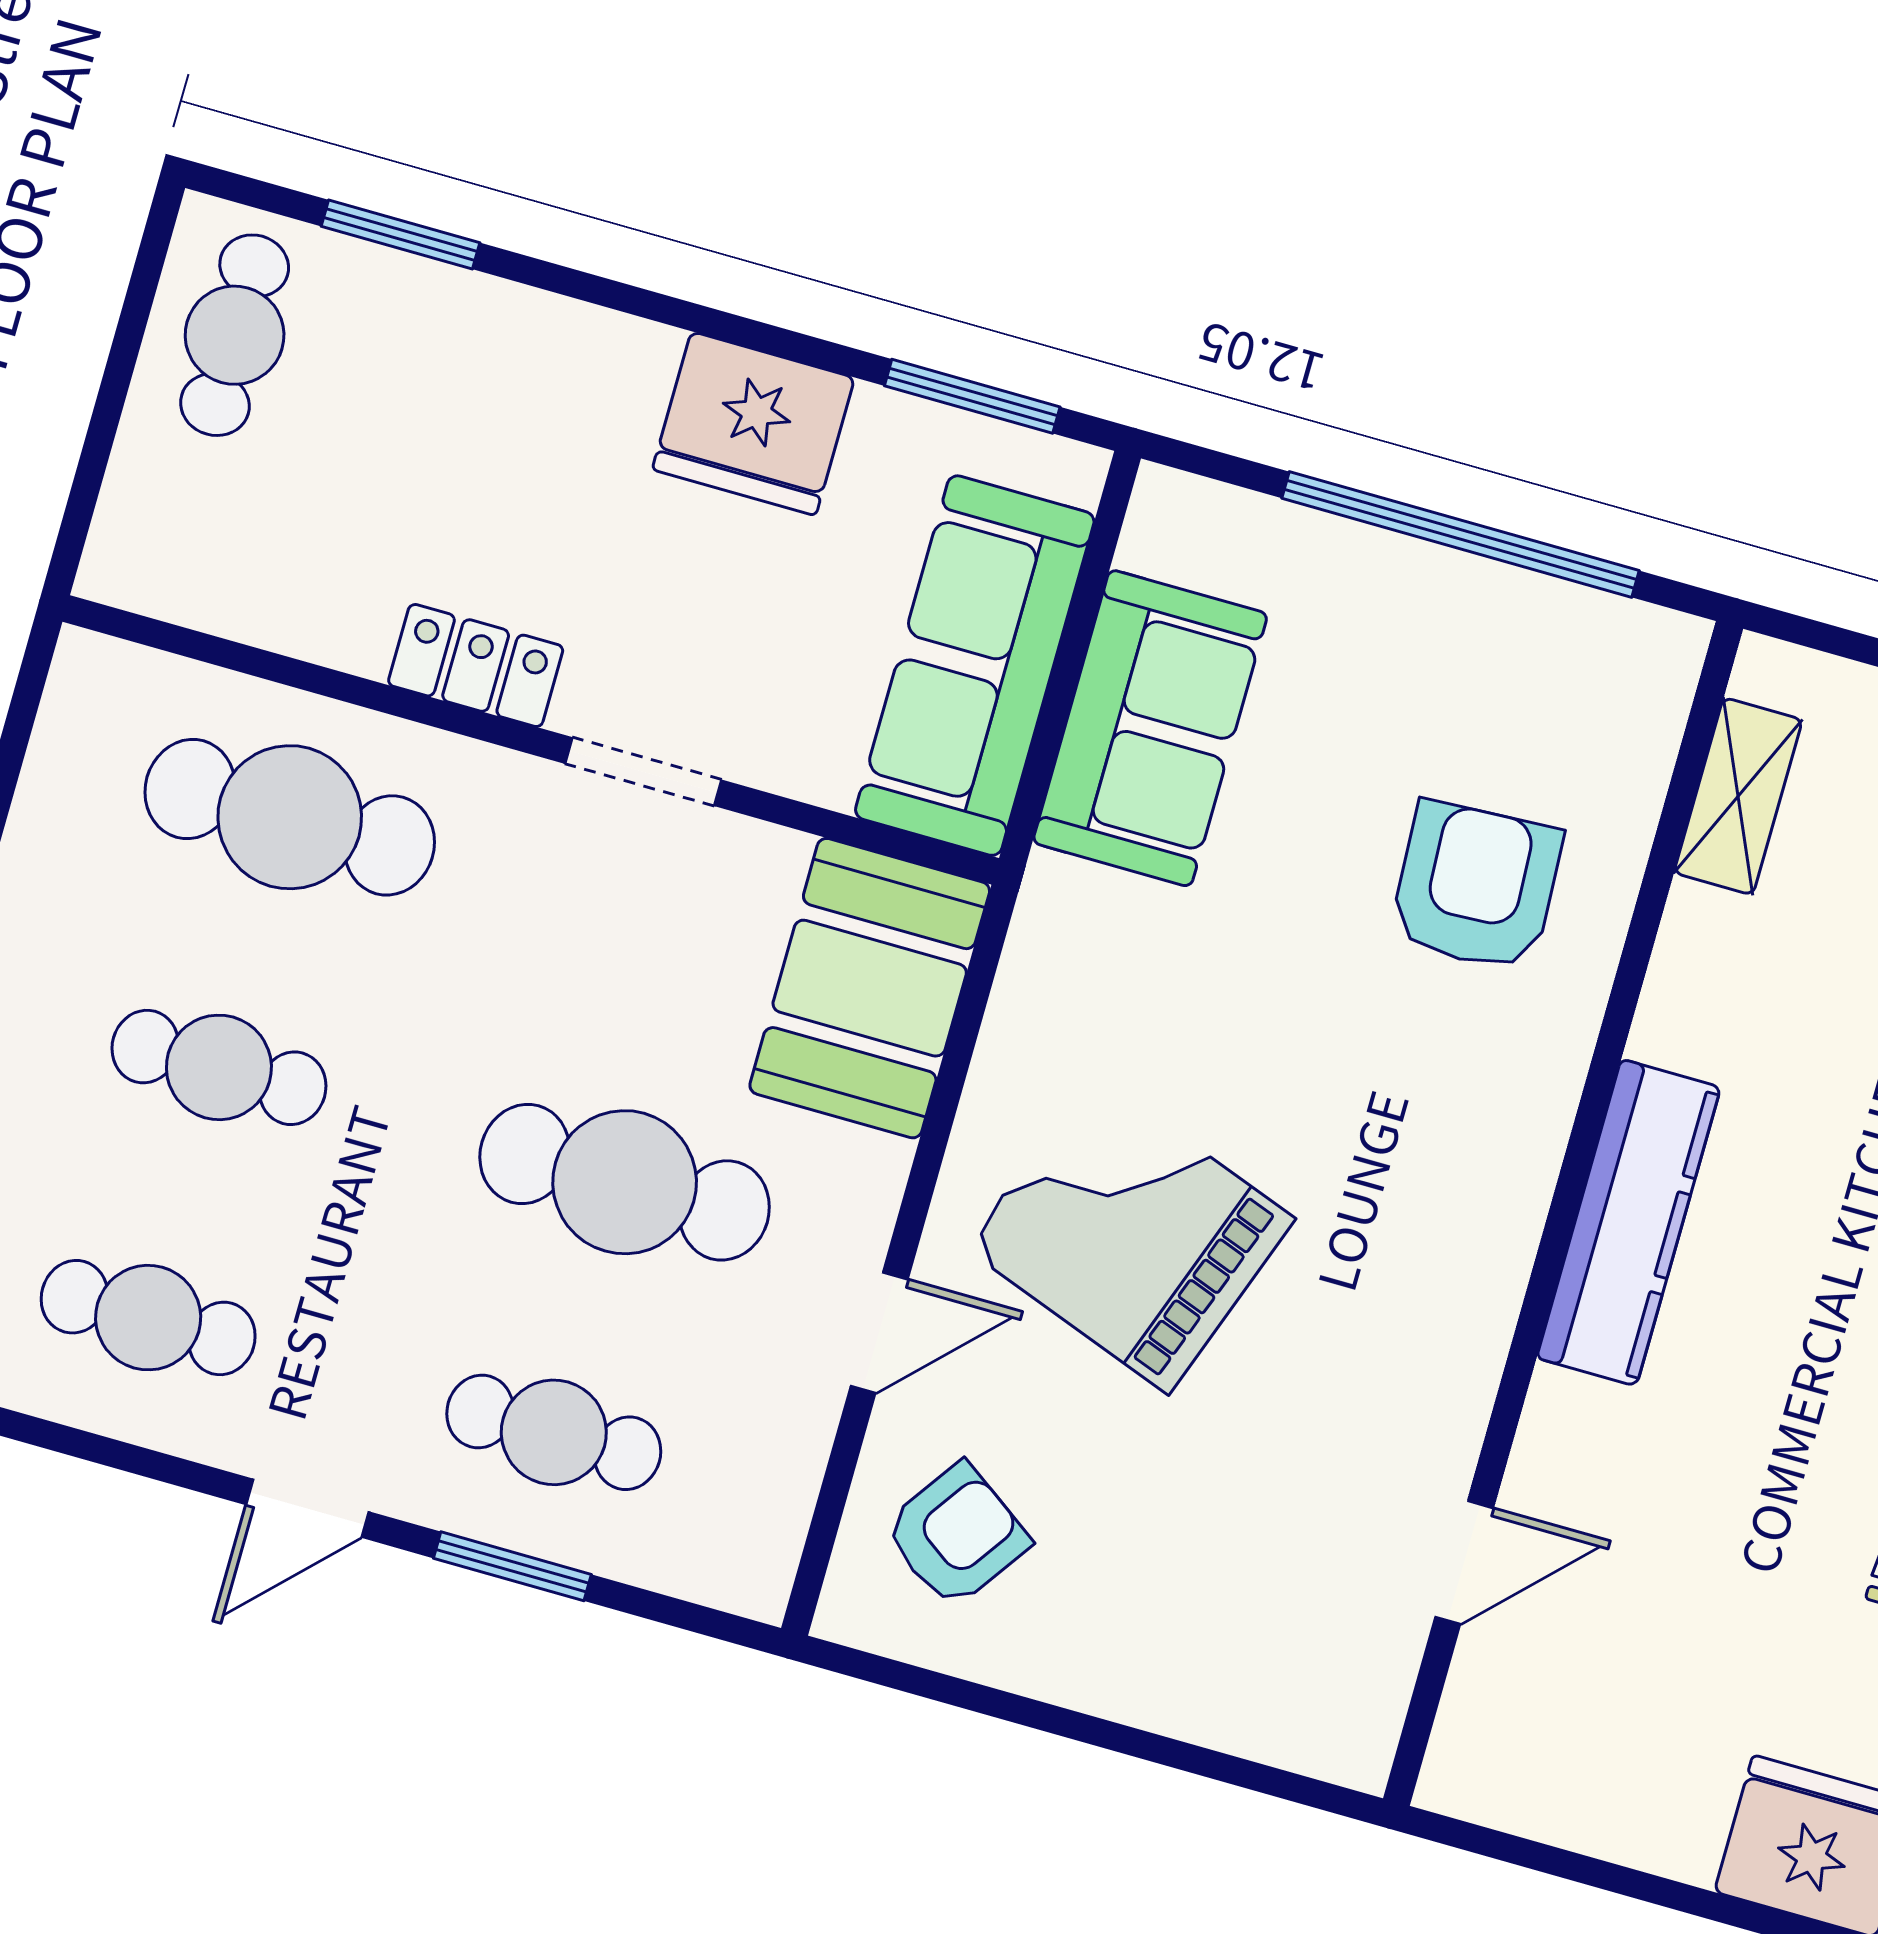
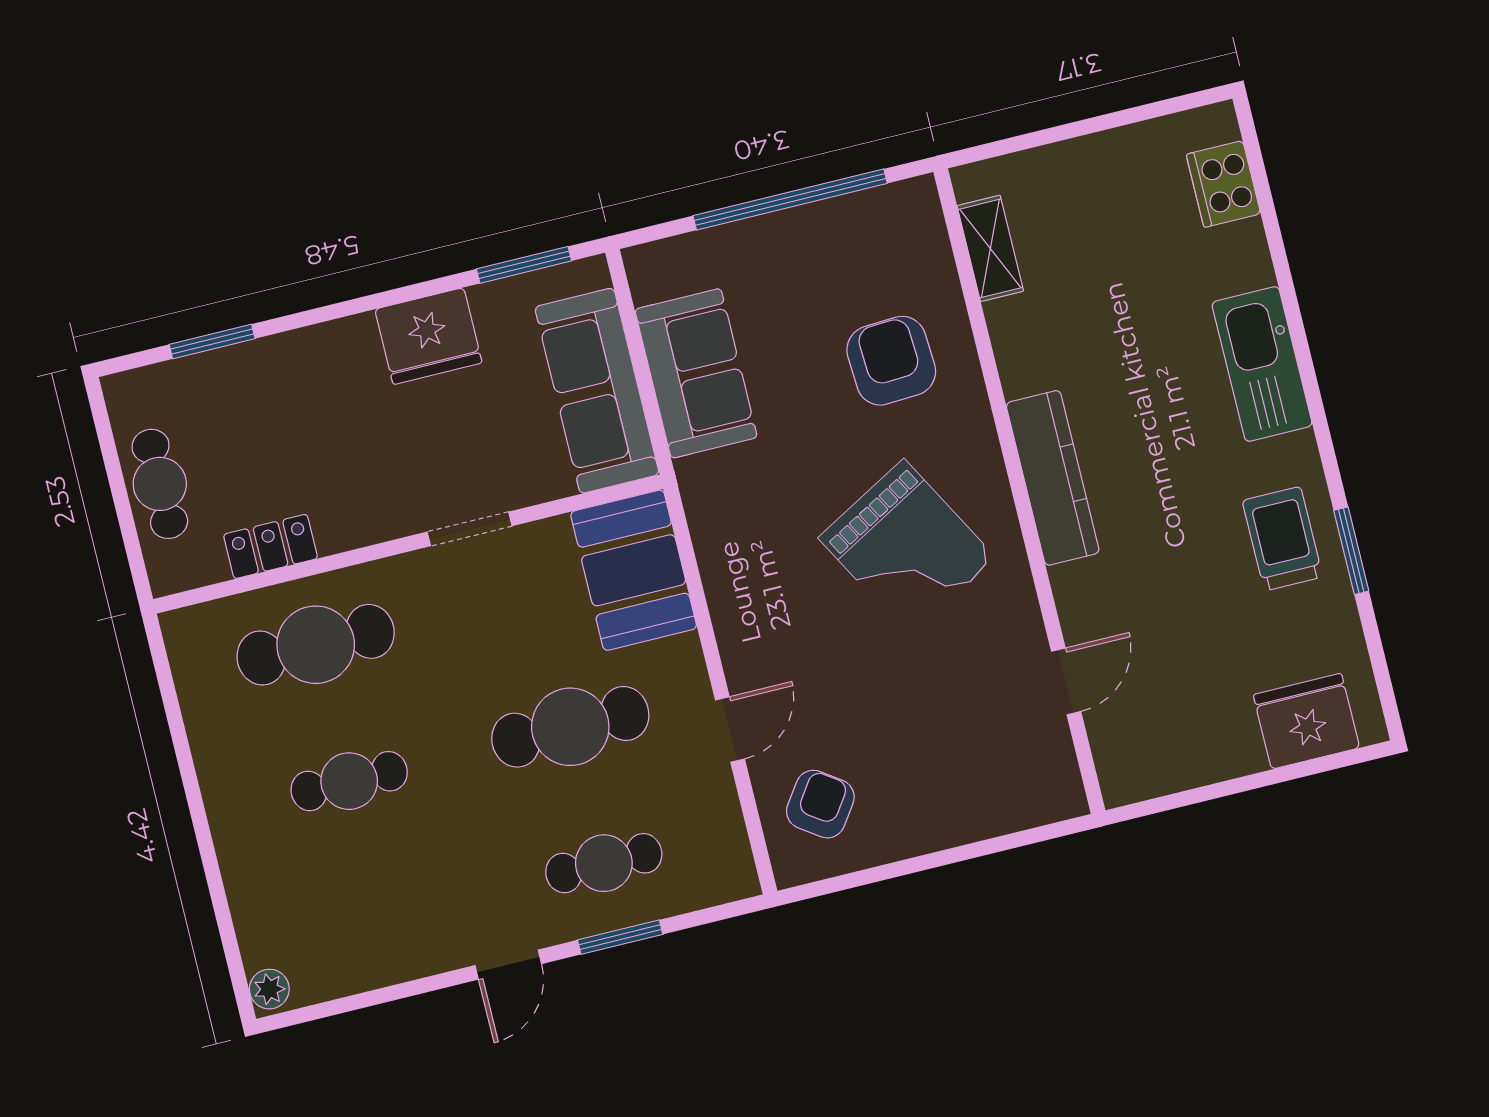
cafe table: (235, 335) -> (160, 484), moved
locker: (476, 666) -> (271, 546), moved
grand piano: (1130, 1233) -> (907, 548), moved, turned -139
cafe table: (148, 1318) -> (383, 918), removed

